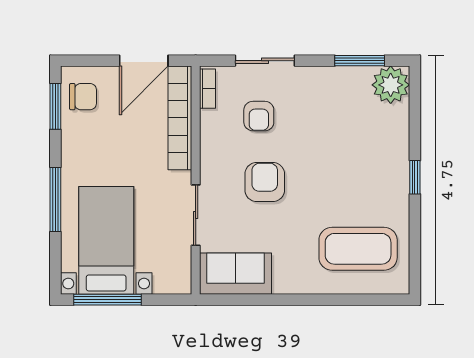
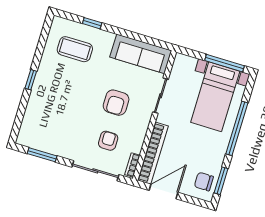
sliding door: (265, 61) -> (95, 171), width x1.37
plant: (391, 85) -> (29, 136), removed
window: (55, 199) -> (237, 128), width x1.46
coffee table: (358, 249) -> (75, 49), width x0.73, depth x0.76
sofa: (236, 274) -> (141, 54), width x1.36
window: (343, 300) -> (92, 23), added

